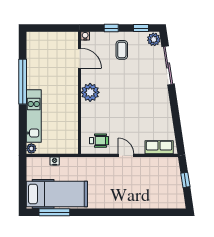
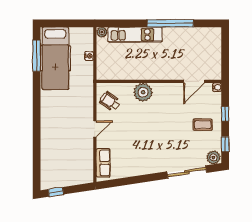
plant: (90, 92) -> (143, 92), moved
wheelchair: (99, 141) -> (110, 101), turned 125
window: (185, 180) -> (56, 192), moved

